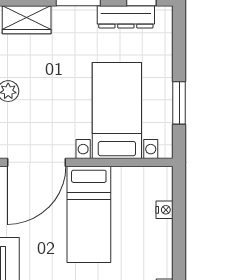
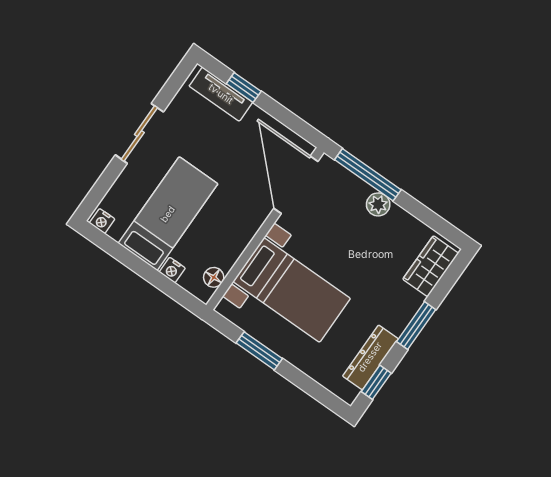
floor lamp: (148, 175) -> (214, 277), added
bed: (89, 214) -> (168, 214), moved, turned 90

